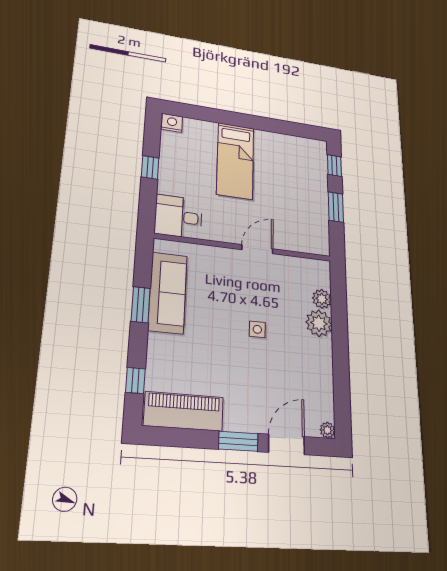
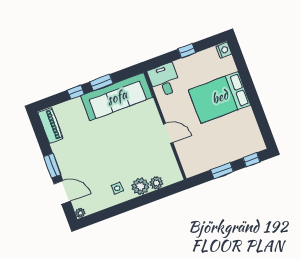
bed: (235, 161) -> (220, 97), width x1.50
sofa: (168, 293) -> (117, 97), width x1.36, depth x1.27
side table: (257, 329) -> (117, 188), moved
window: (135, 381) -> (76, 92), moved
piano: (184, 411) -> (50, 125), width x0.73, depth x0.75

